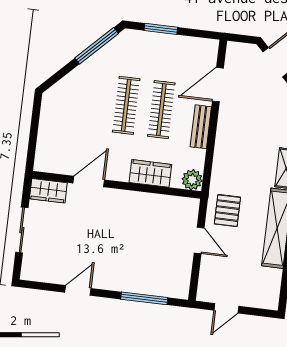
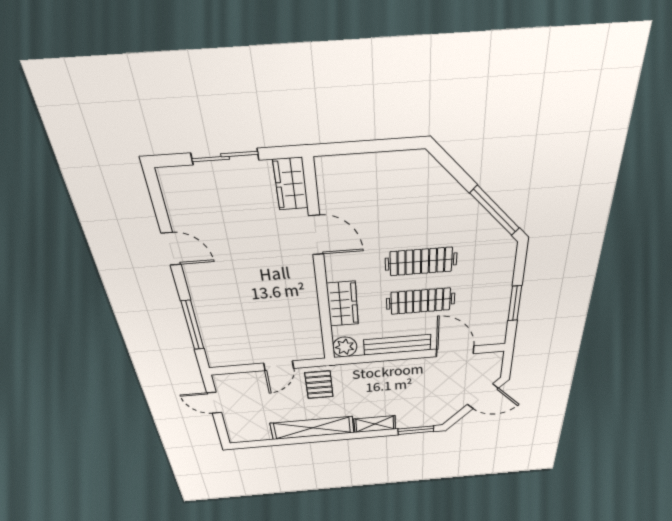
window: (161, 29) -> (515, 303), moved
bench: (201, 127) -> (397, 345), width x1.36
pallet: (227, 211) -> (319, 385), turned 90

